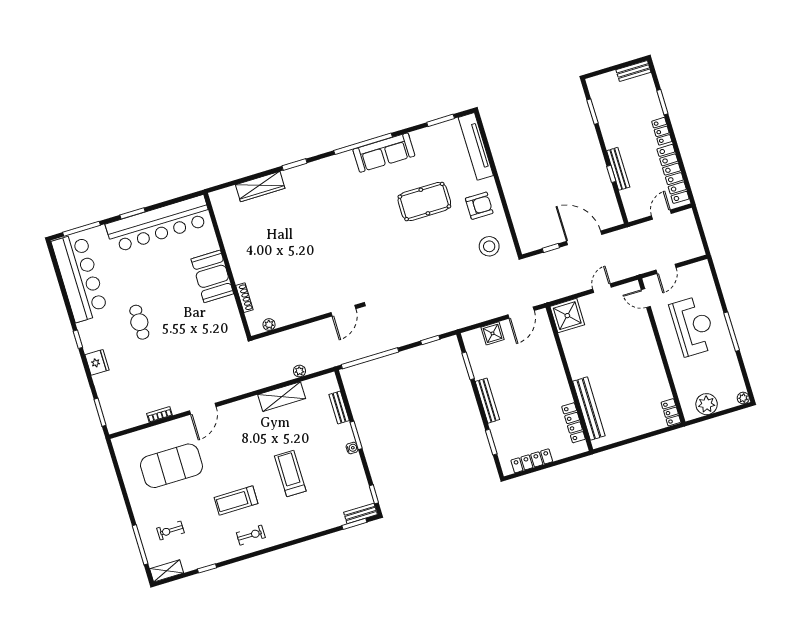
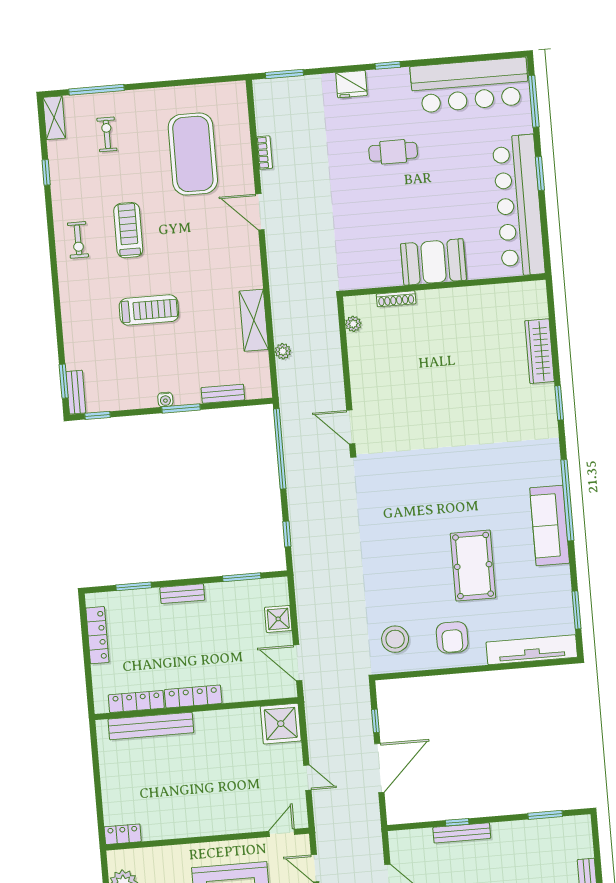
locker: (561, 383) -> (193, 696), added
bench: (487, 401) -> (182, 594), width x0.73

